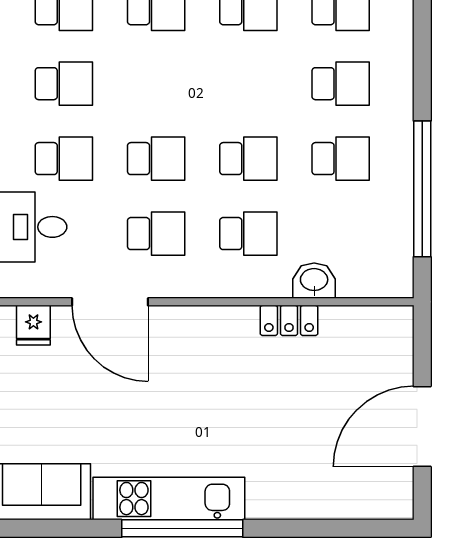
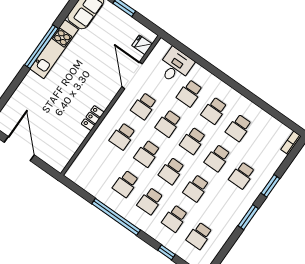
school desk: (156, 84) -> (193, 141), added
school desk: (248, 84) -> (172, 171), added
window: (422, 189) -> (116, 217), moved
washbasin: (314, 281) -> (92, 147), removed
door: (110, 302) -> (132, 75), hinge flipped
locker: (289, 320) -> (93, 118), moved

